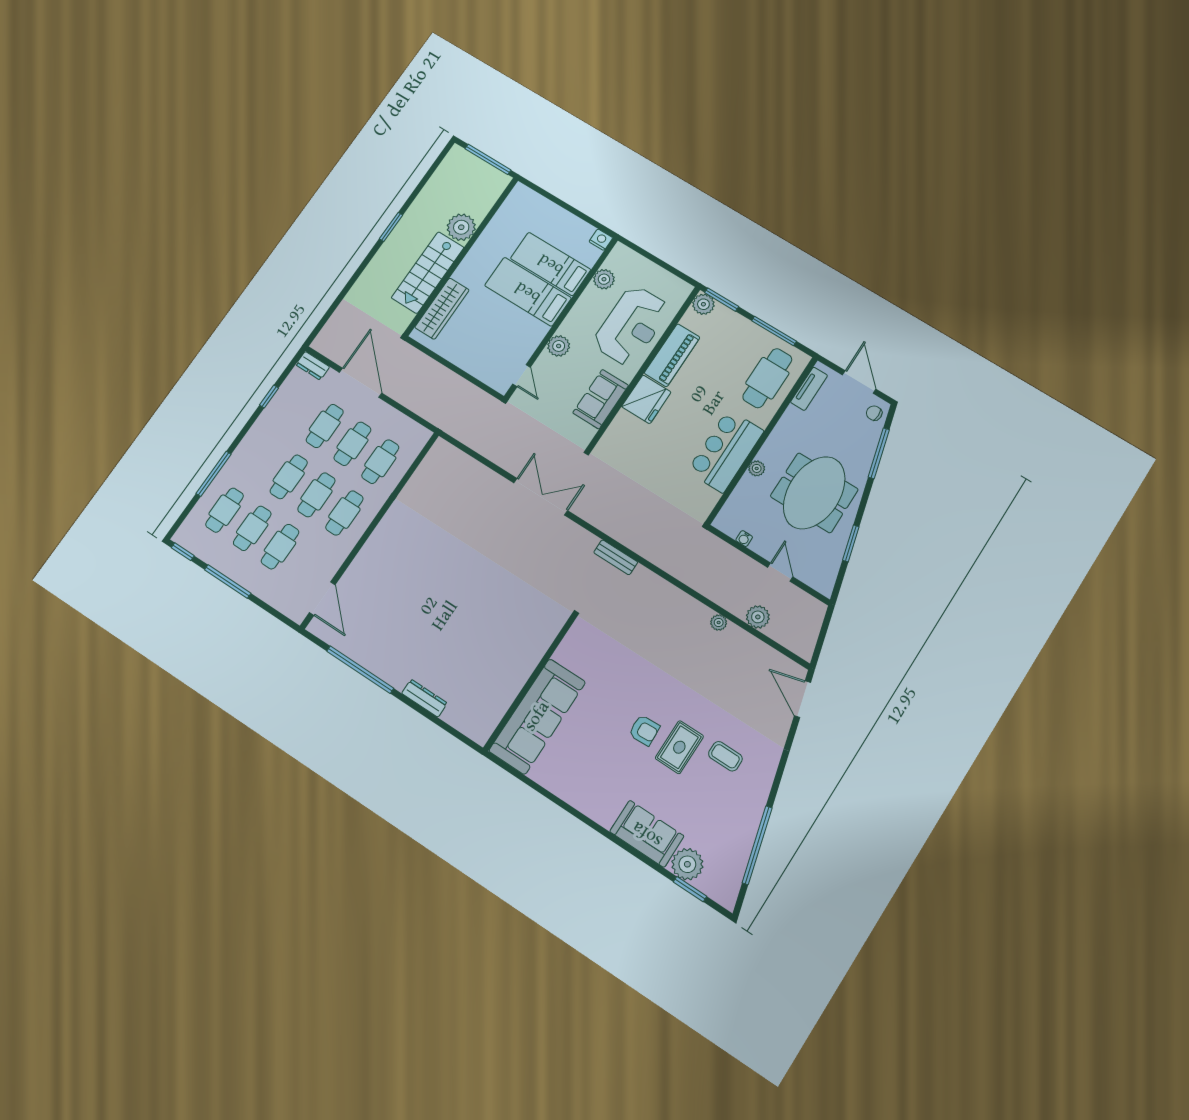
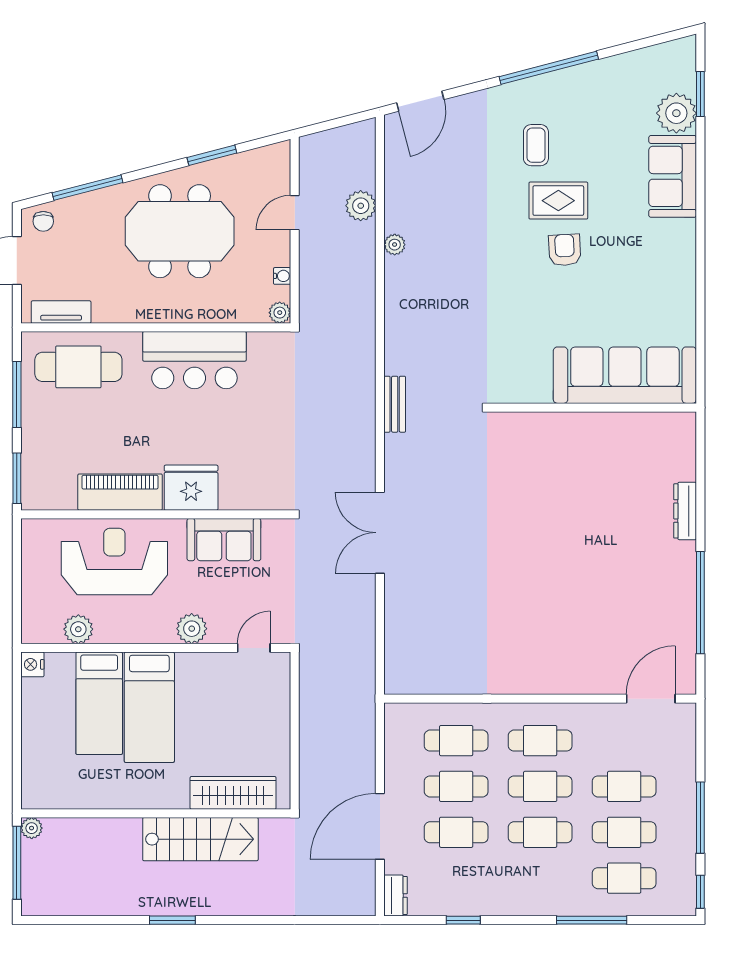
plant: (461, 227) -> (32, 828), moved, width x0.53, depth x0.53
plant: (703, 304) -> (36, 495), removed
plant: (757, 468) -> (280, 313), moved
window: (757, 845) -> (549, 68), moved

